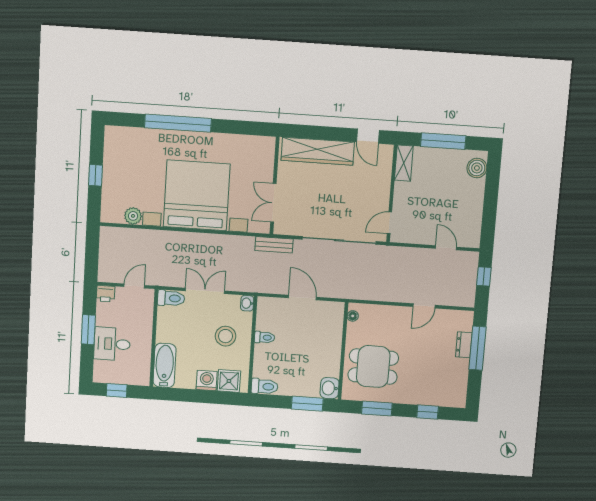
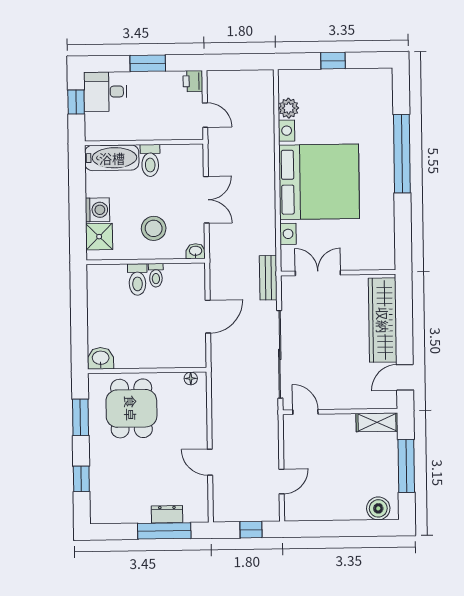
toilet: (171, 298) -> (150, 161), moved
desk: (112, 344) -> (105, 92), moved, turned -90
toilet: (265, 386) -> (137, 279), moved
window: (307, 404) -> (79, 333), removed

